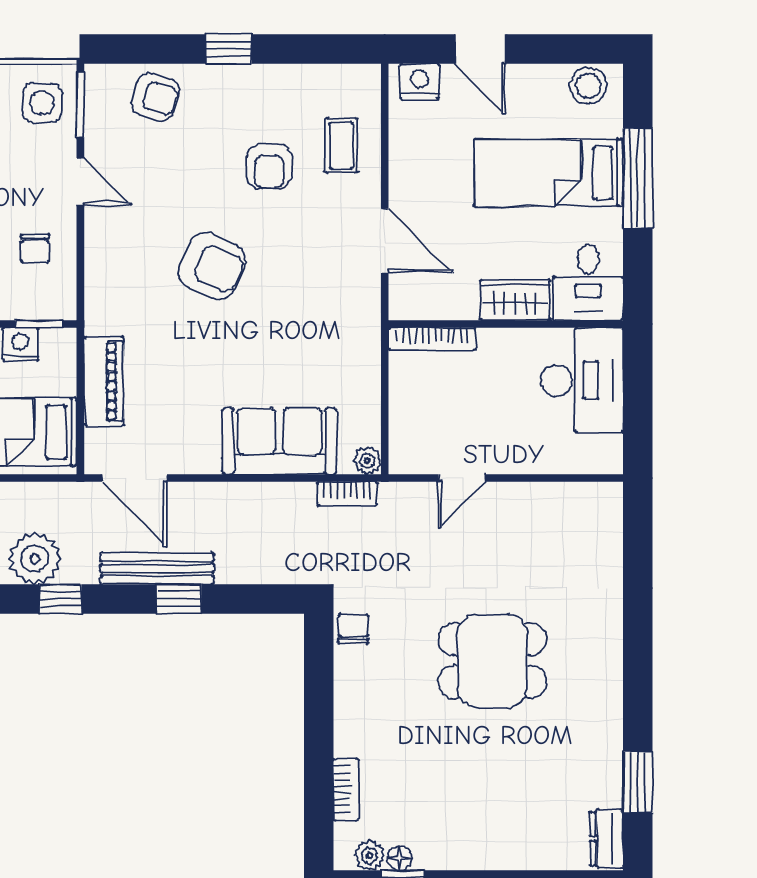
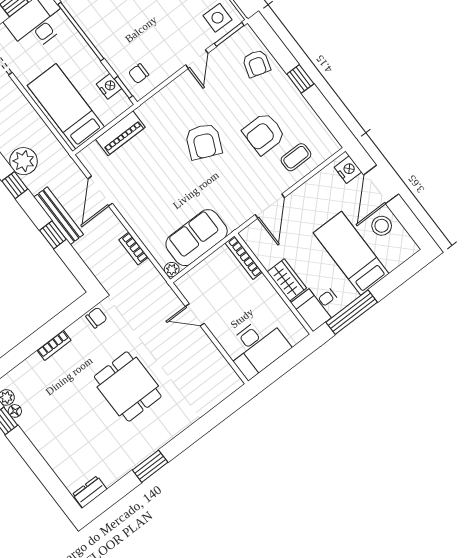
door: (480, 49) -> (381, 185), width x1.38
stool: (588, 86) -> (382, 226), moved
armchair: (269, 166) -> (264, 134), width x1.38, depth x1.38
window: (638, 178) -> (352, 312), moved
chair: (35, 248) -> (139, 74), moved
desk: (582, 380) -> (257, 347), moved
sofa: (279, 441) -> (197, 238), moved, turned -90
door: (135, 478) -> (100, 191), moved
bookcase: (347, 494) -> (133, 248), moved
window: (638, 782) -> (150, 466), moved
bookcase: (346, 790) -> (54, 345), moved

